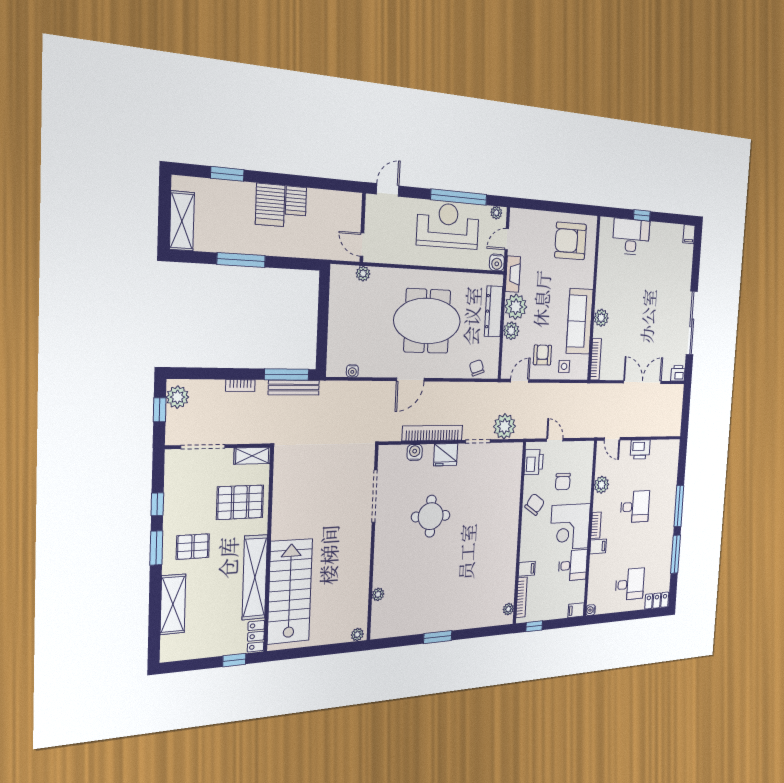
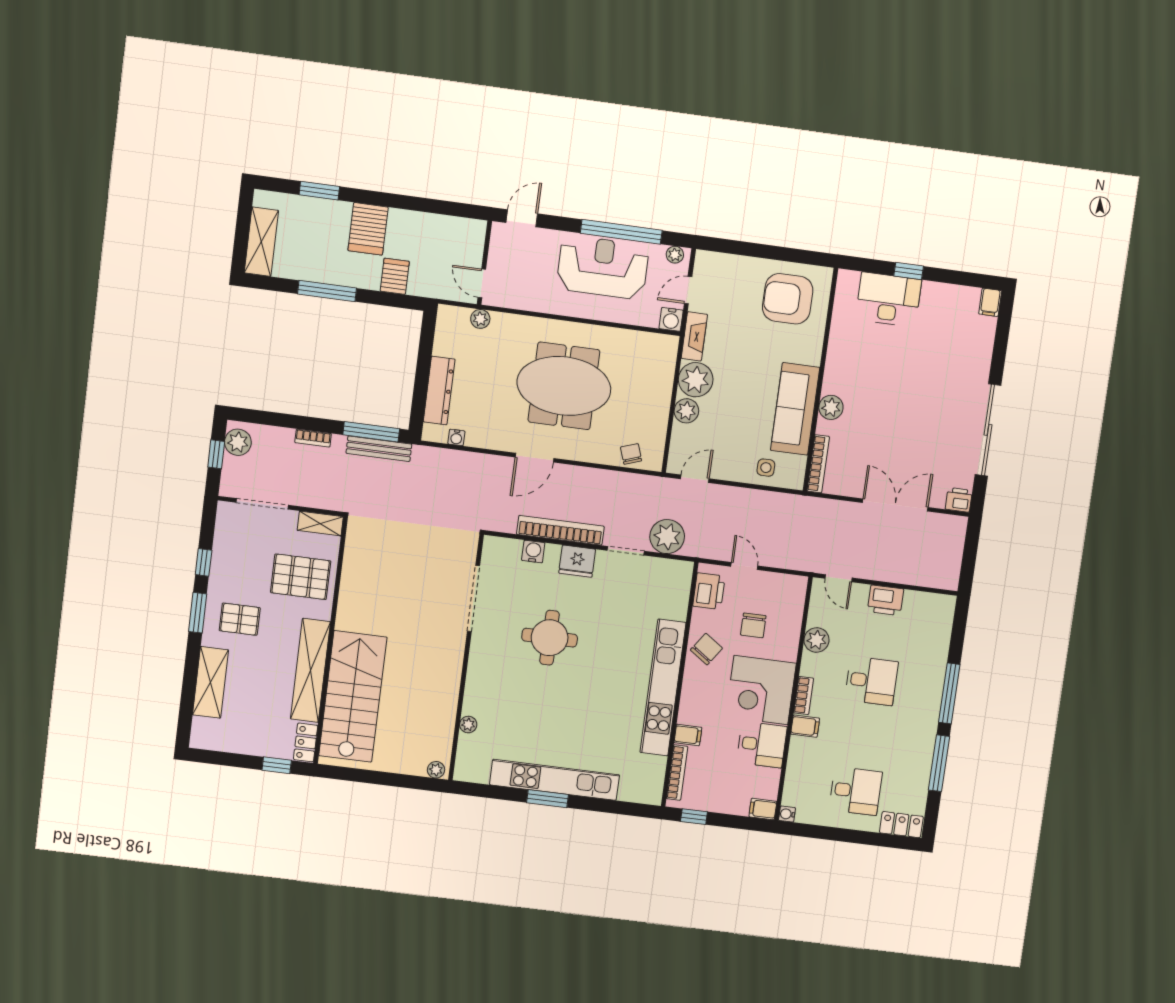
server rack: (296, 201) -> (395, 276), moved, turned 180
dresser: (494, 311) -> (439, 391), moved, turned 180
armchair: (542, 355) -> (733, 448), removed
kitchen unit: (509, 538) -> (663, 688), added
plant: (508, 609) -> (655, 784), removed
kitchen unit: (442, 622) -> (555, 780), added

